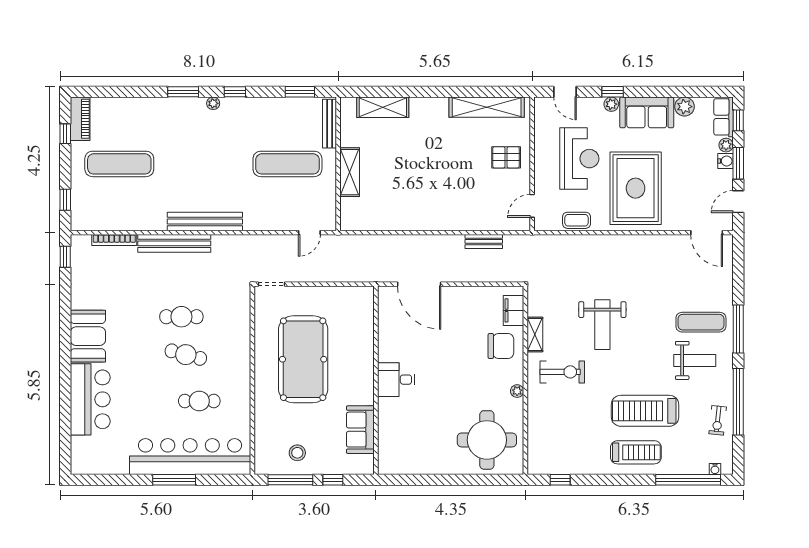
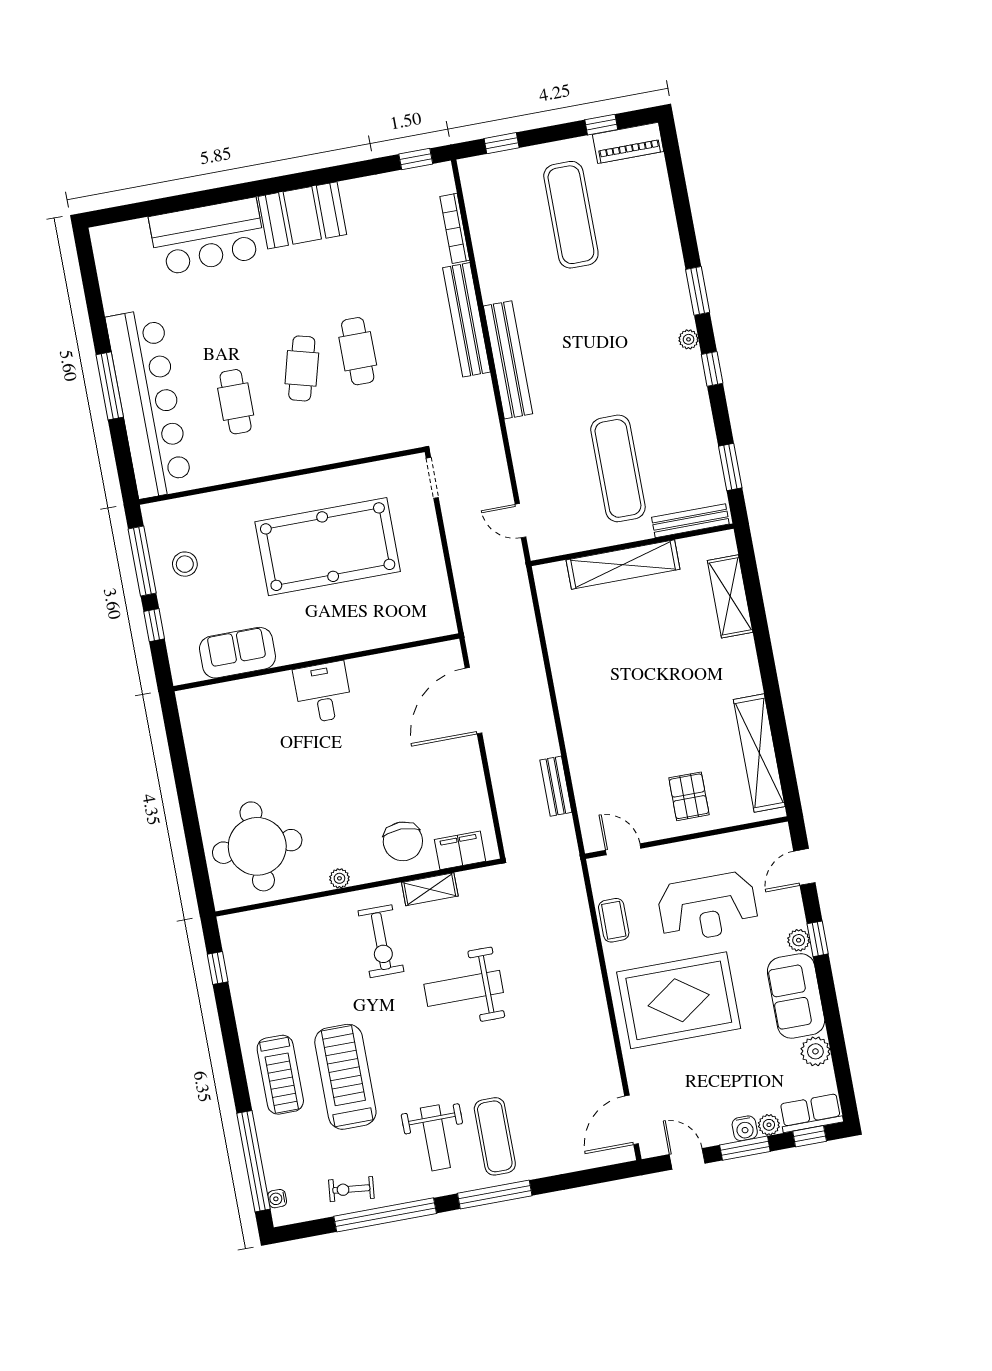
shelving: (350, 172) -> (623, 565), width x1.47

